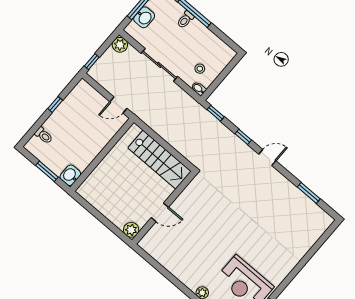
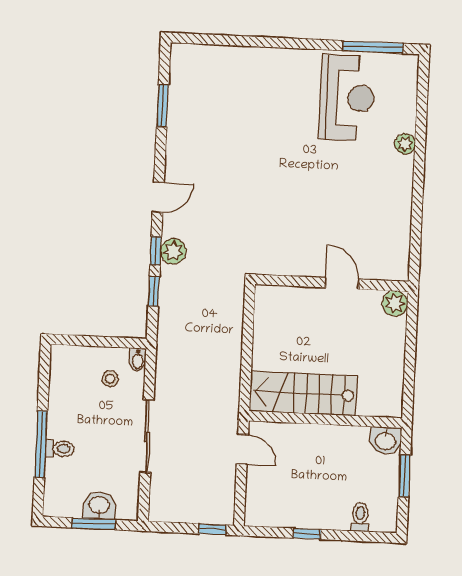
plant: (120, 45) -> (173, 251), moved
window: (216, 113) -> (154, 291), moved
door: (267, 157) -> (158, 197), swing flipped
stairs: (160, 160) -> (303, 393), moved, turned -90

